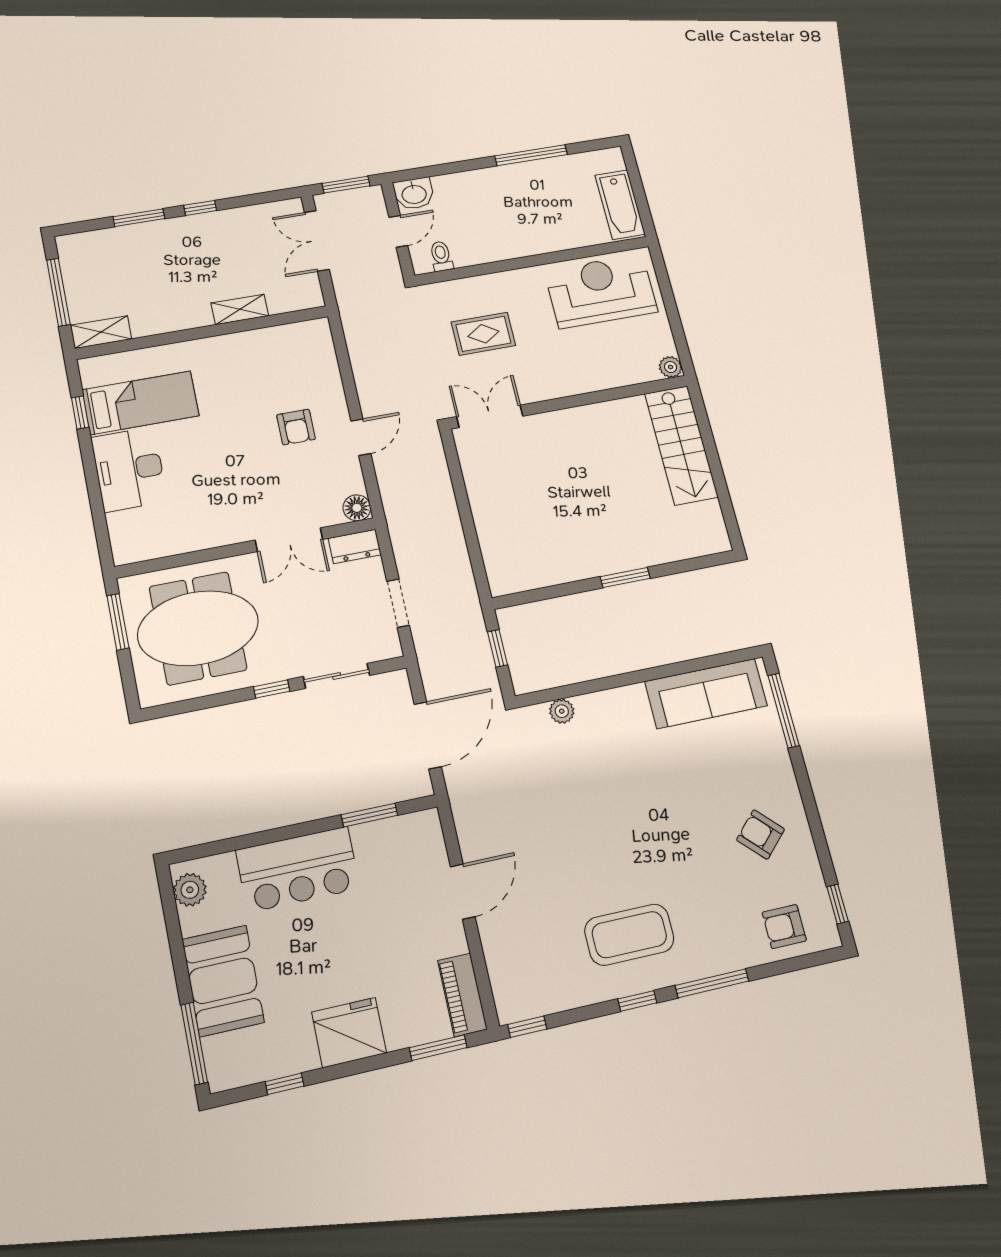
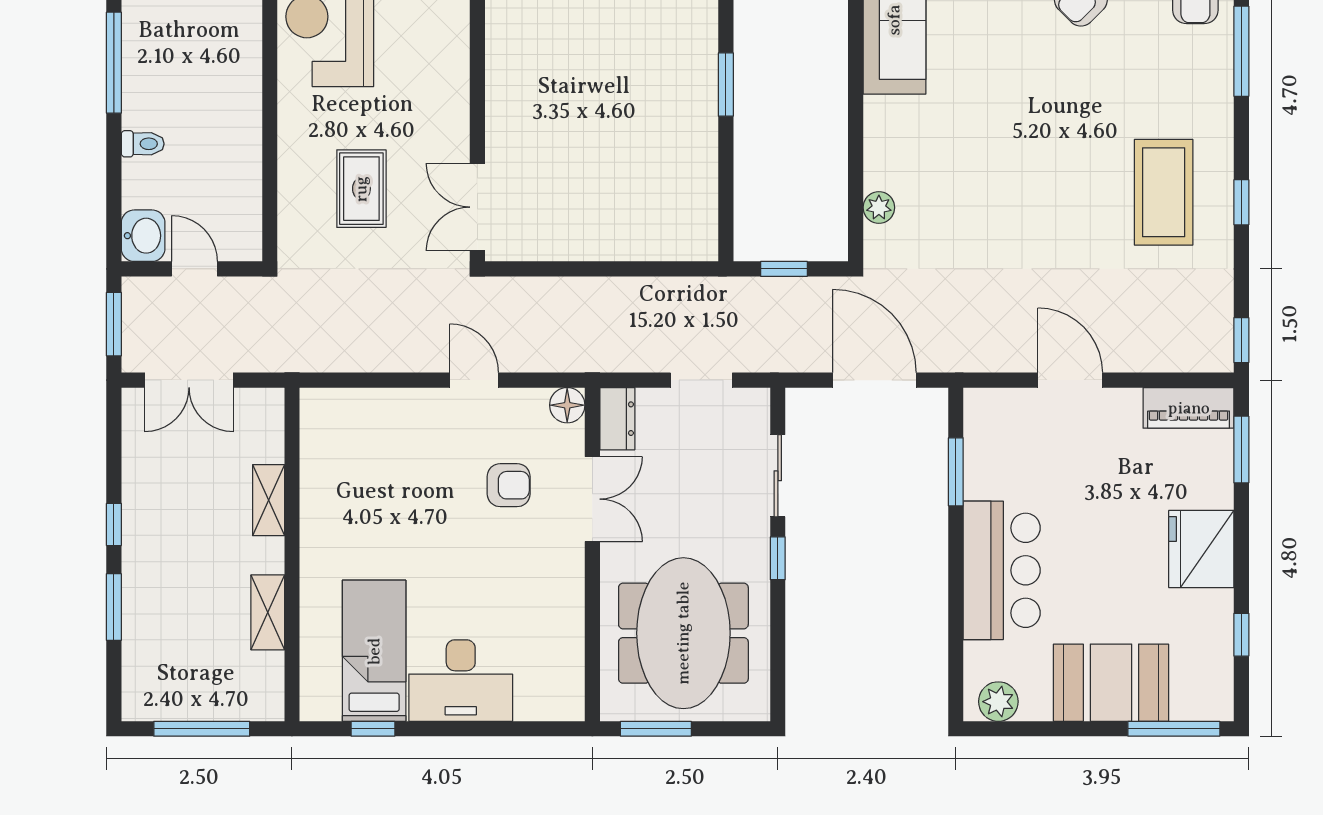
toilet: (441, 256) -> (143, 144), moved, turned 180
shelving: (101, 332) -> (268, 612), moved
armchair: (296, 427) -> (509, 485), moved
window: (712, 983) -> (1241, 51), moved

